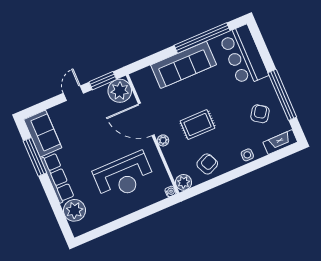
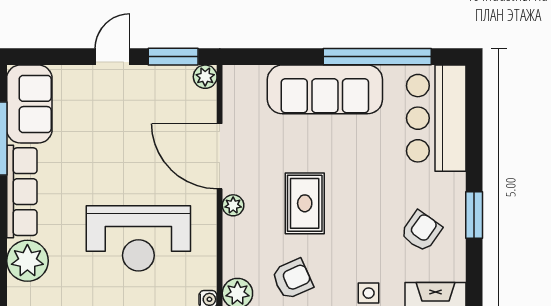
plant: (120, 91) -> (205, 77), width x0.53, depth x0.53
window: (282, 95) -> (474, 215), width x0.47
rug: (197, 125) -> (305, 203), turned 90

